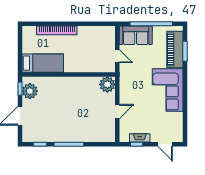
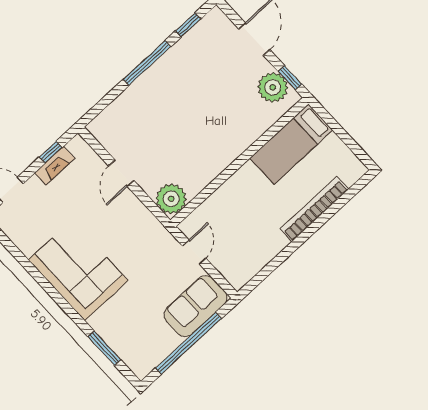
piano: (175, 49) -> (121, 338), removed
door: (117, 56) -> (194, 252), swing flipped

